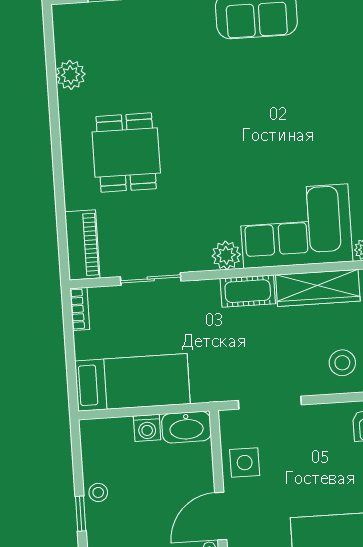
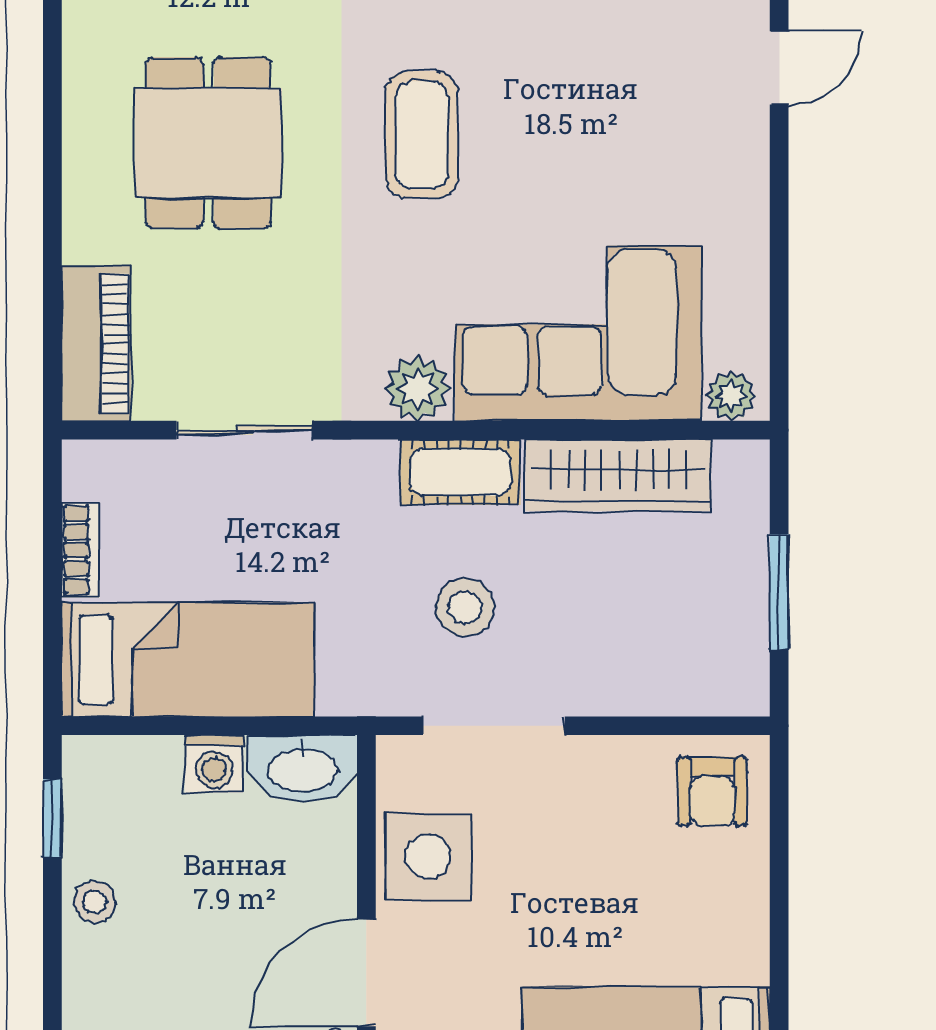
coffee table: (221, 143) -> (422, 135), added
bookcase: (80, 309) -> (81, 550), moved
stool: (342, 363) -> (465, 607), moved
side table: (245, 463) -> (428, 856), width x1.37, depth x1.37
window: (81, 514) -> (52, 818), moved

